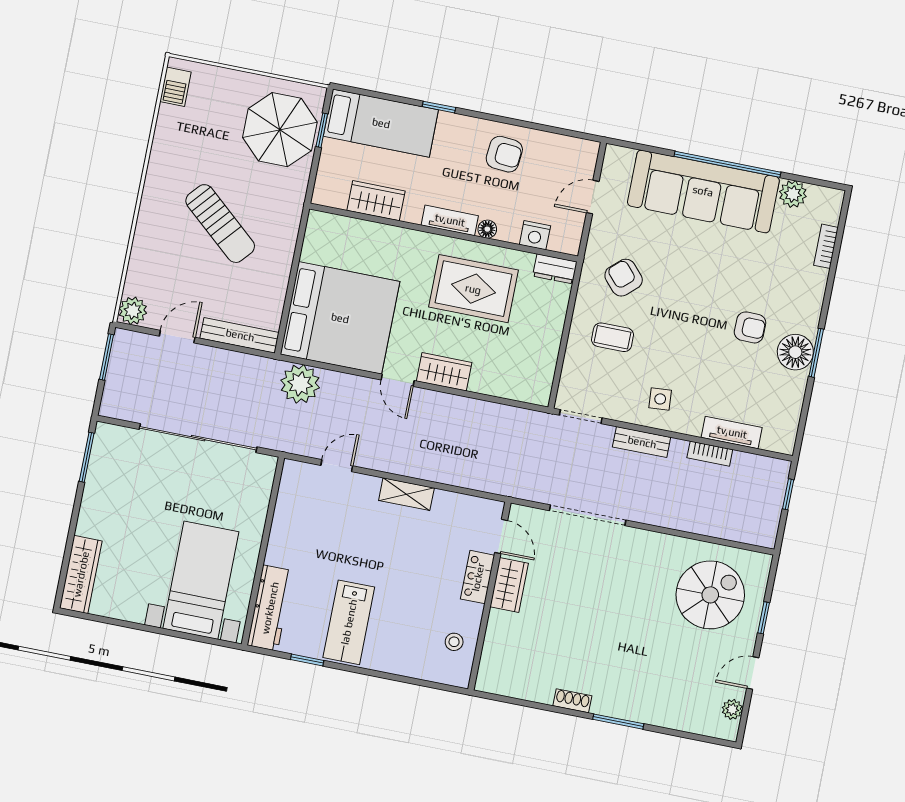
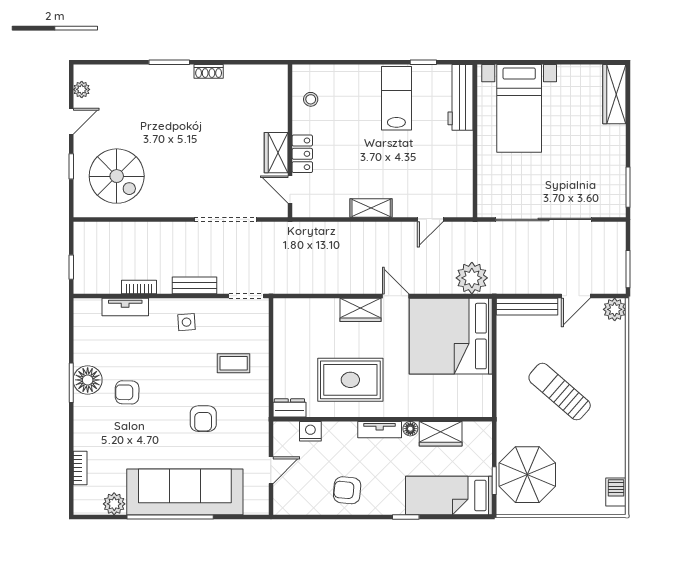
floor lamp: (487, 229) -> (410, 429), moved
armchair: (624, 278) -> (203, 419), moved, turned 42
spiral stairs: (710, 595) -> (117, 176), turned -90

